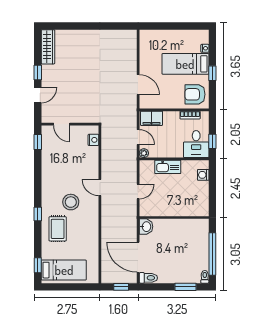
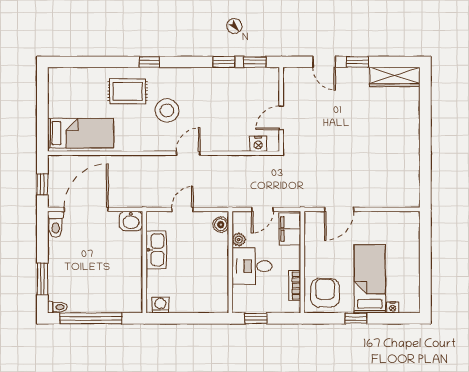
door: (62, 124) -> (281, 118), moved
desk: (196, 144) -> (252, 266), moved
plant: (144, 153) -> (239, 240), moved
boiler: (149, 165) -> (221, 225), added
kitchen sink: (168, 167) -> (156, 250), moved, turned 180
washing machine: (203, 175) -> (161, 305), moved
door: (138, 191) -> (182, 209), swing flipped
window: (38, 265) -> (224, 62), moved
bed: (64, 270) -> (81, 133), moved, turned -90

